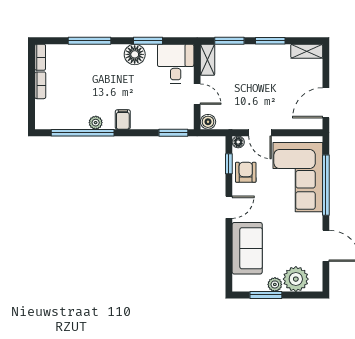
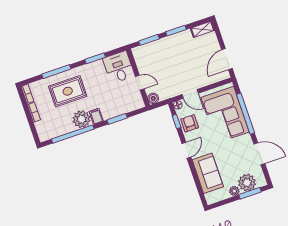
floor lamp: (135, 54) -> (89, 70), removed
shelving: (208, 60) -> (139, 57), removed
rug: (96, 72) -> (68, 91), added
plant: (96, 123) -> (82, 119), width x1.87, depth x1.87
window: (173, 133) -> (117, 119), moved
window: (266, 295) -> (250, 193), moved

